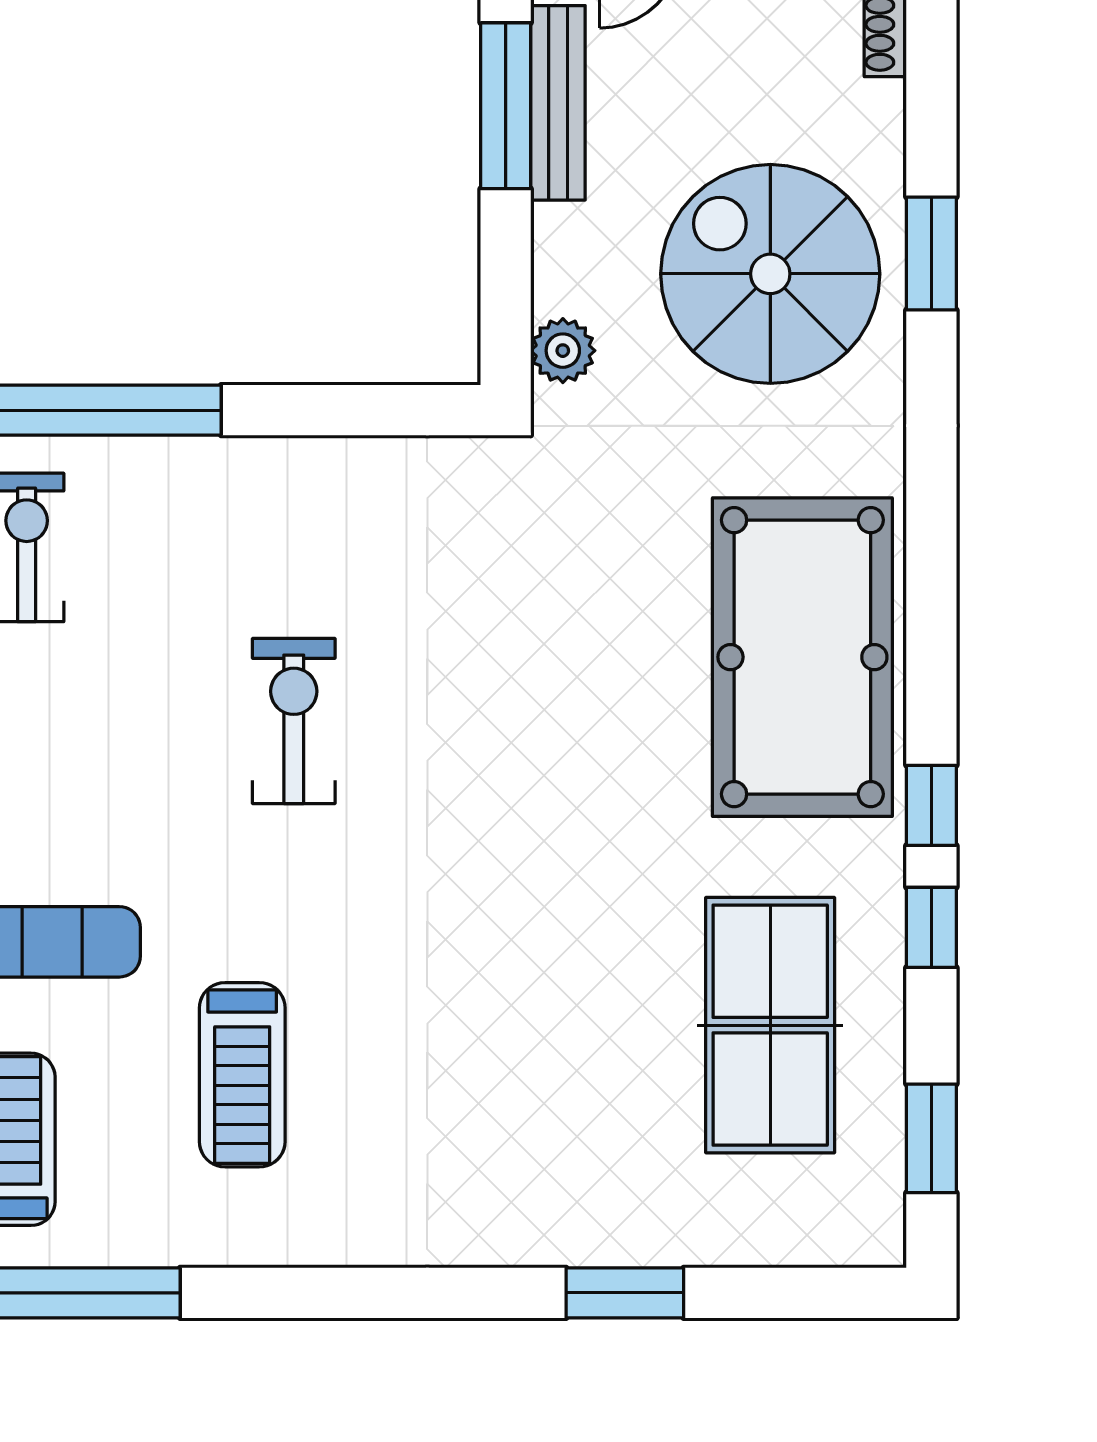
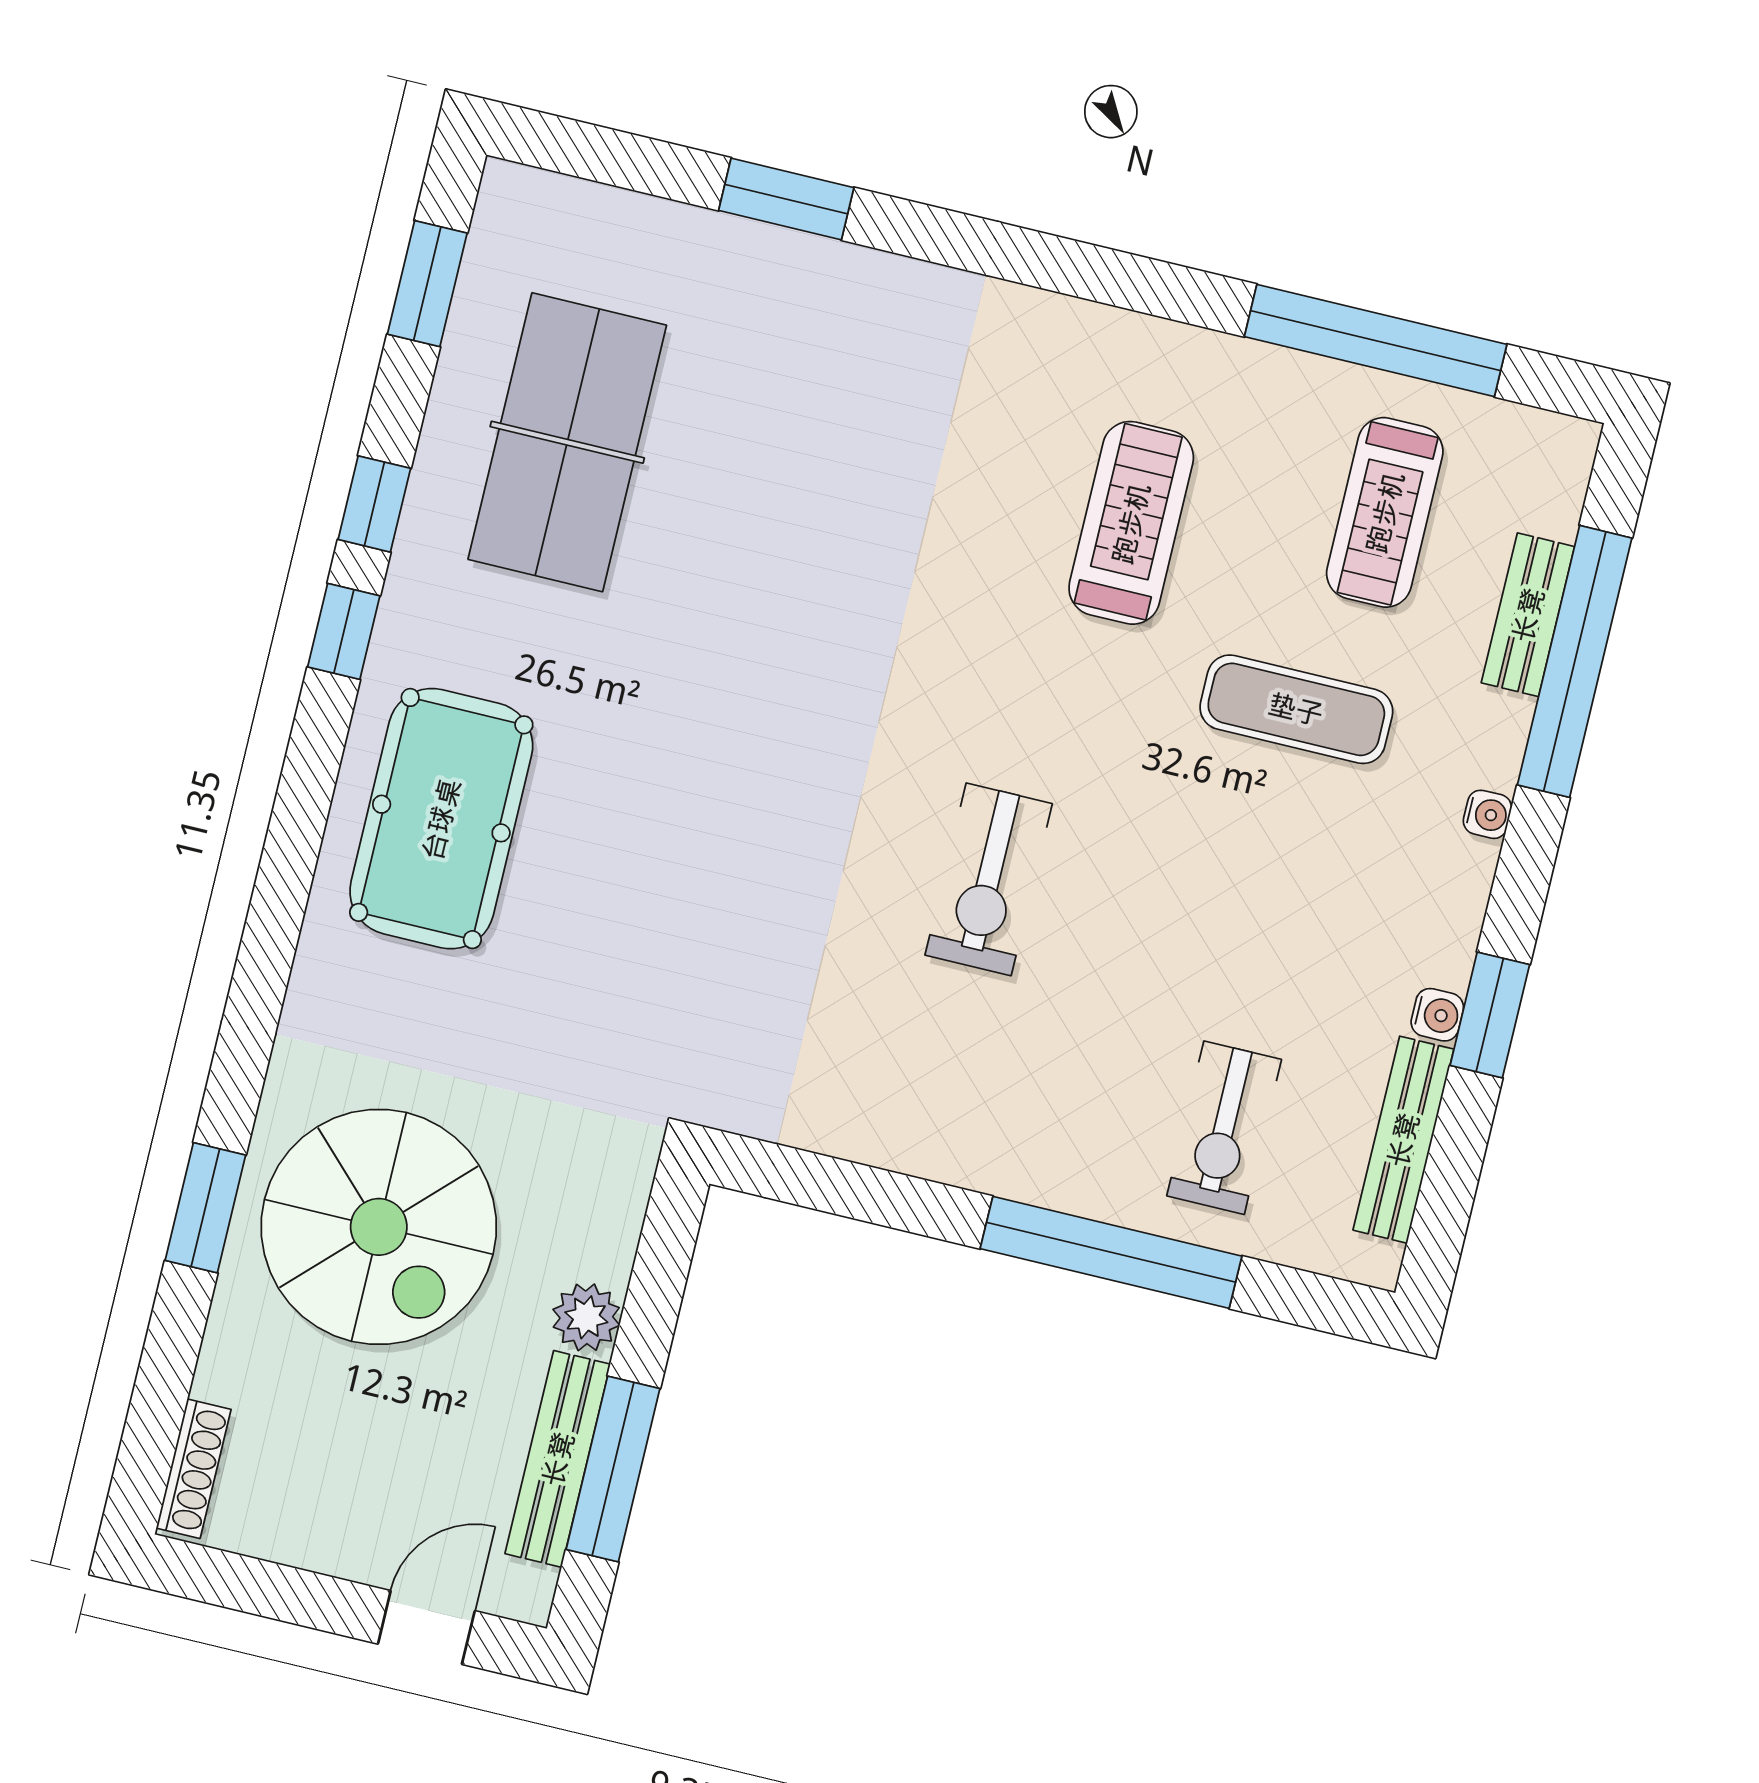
plant: (563, 351) -> (586, 1317), moved
pool table: (802, 657) -> (441, 819), width x0.73, depth x0.76

